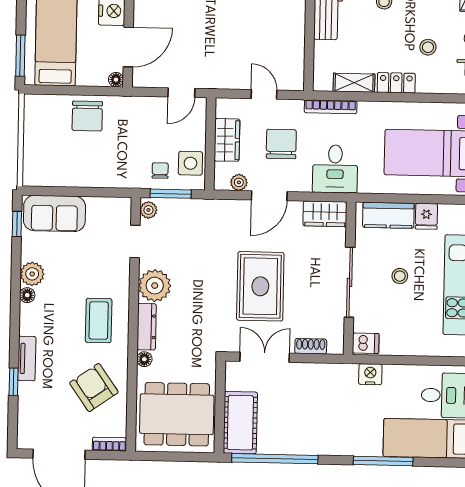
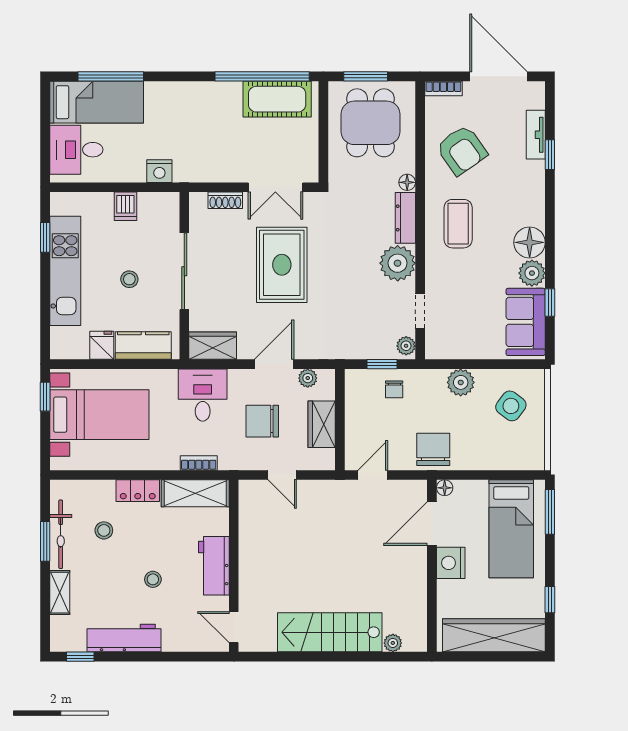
shelving: (354, 83) -> (195, 493), width x1.50, depth x1.33
bookcase: (331, 107) -> (199, 463), width x0.64
chair: (87, 116) -> (433, 449), moved
chair: (281, 144) -> (262, 421), turned 90
side table: (190, 163) -> (511, 406), moved, turned 37
plant: (99, 175) -> (461, 382), added
window: (171, 194) -> (382, 364), width x0.67
sofa: (54, 213) -> (526, 322), moved, turned -90
window: (17, 224) -> (550, 303), moved
floor lamp: (27, 295) -> (530, 242), width x1.89, depth x1.89
dishwasher: (366, 343) -> (125, 206), moved, turned -90
tv unit: (27, 359) -> (536, 135), moved
dining table: (177, 414) -> (370, 123), width x0.73
cot: (240, 423) -> (277, 99), moved, turned 90
window: (180, 457) -> (366, 76), added
window: (383, 461) -> (111, 76), moved

